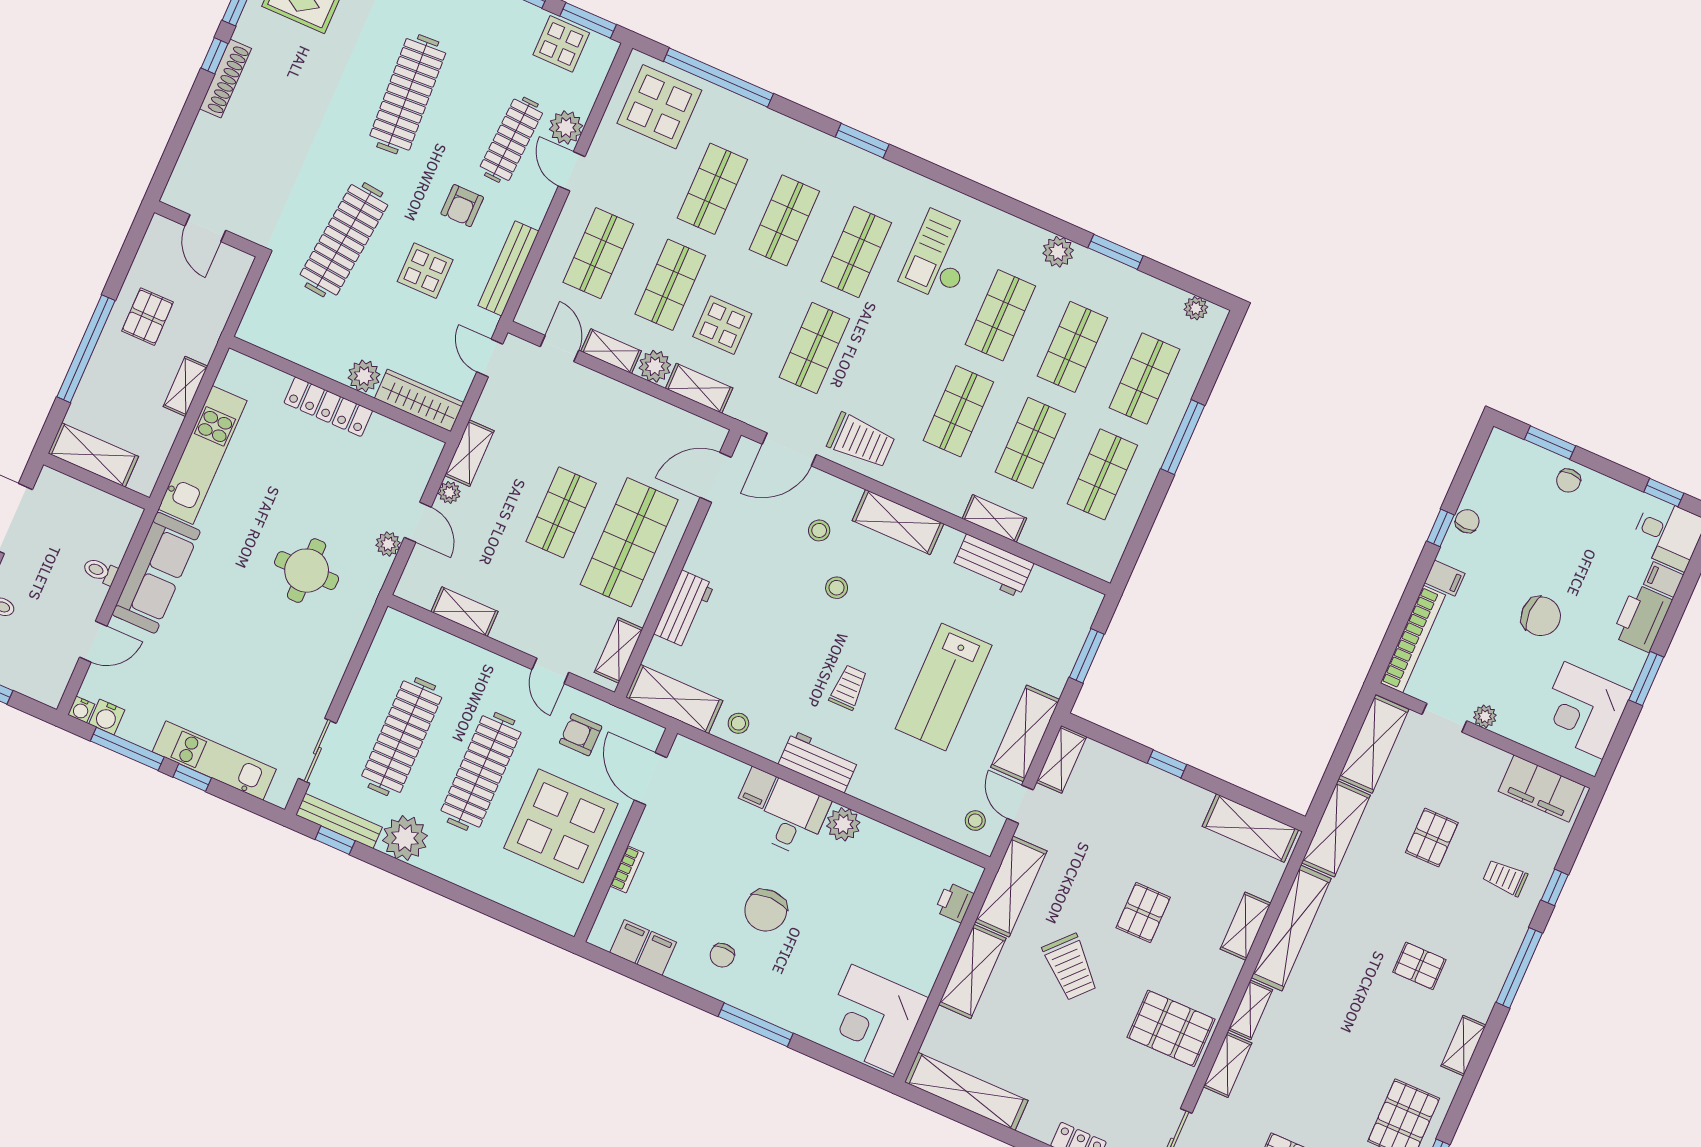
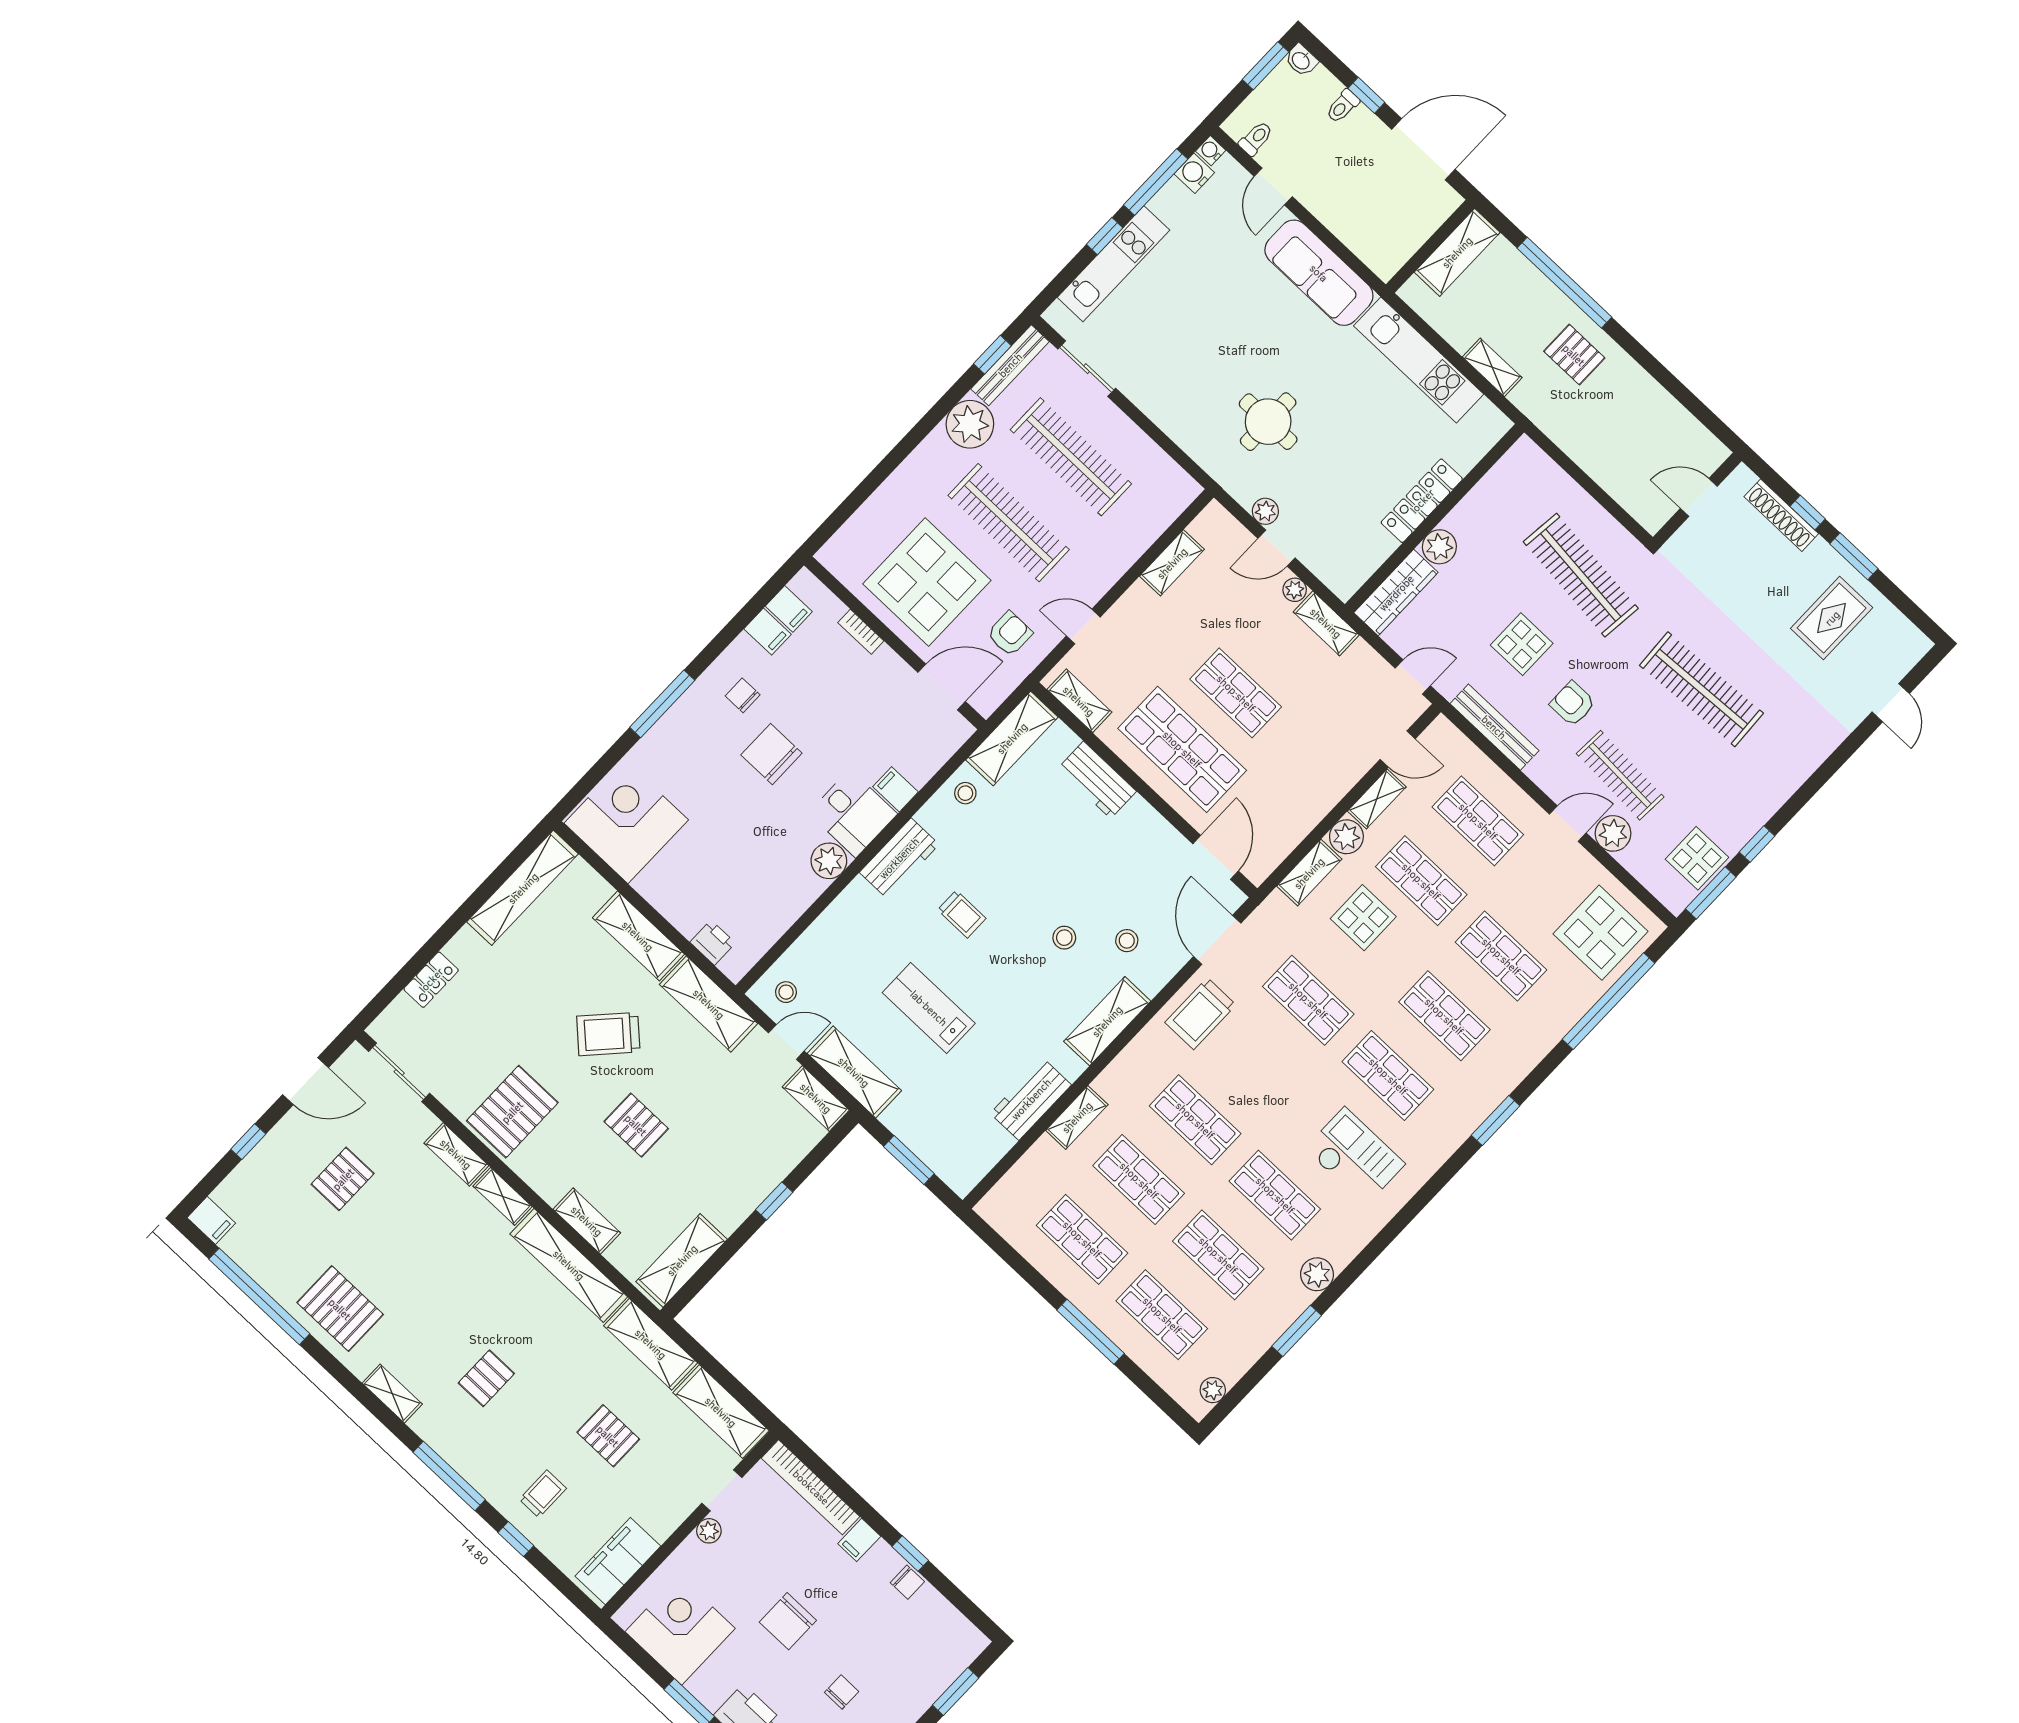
door: (205, 228) -> (1699, 497), moved
wall: (207, 229) -> (1697, 499), moved
chair: (1568, 481) -> (842, 1692), moved, turned 90
toilet: (100, 571) -> (1256, 138), moved
lab bench: (944, 687) -> (929, 1008), width x0.73, depth x0.72

